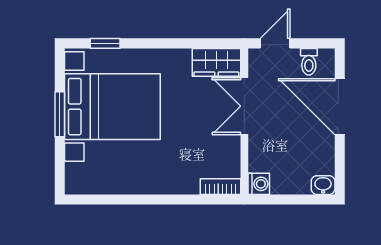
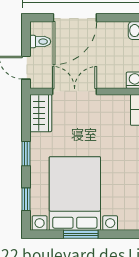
window: (164, 43) -> (26, 154), added
double door: (244, 106) -> (75, 91), swing flipped

